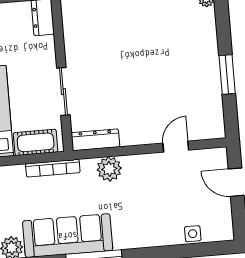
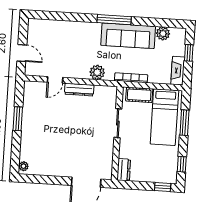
dresser: (95, 140) -> (79, 90), moved
side table: (193, 234) -> (53, 26), removed

